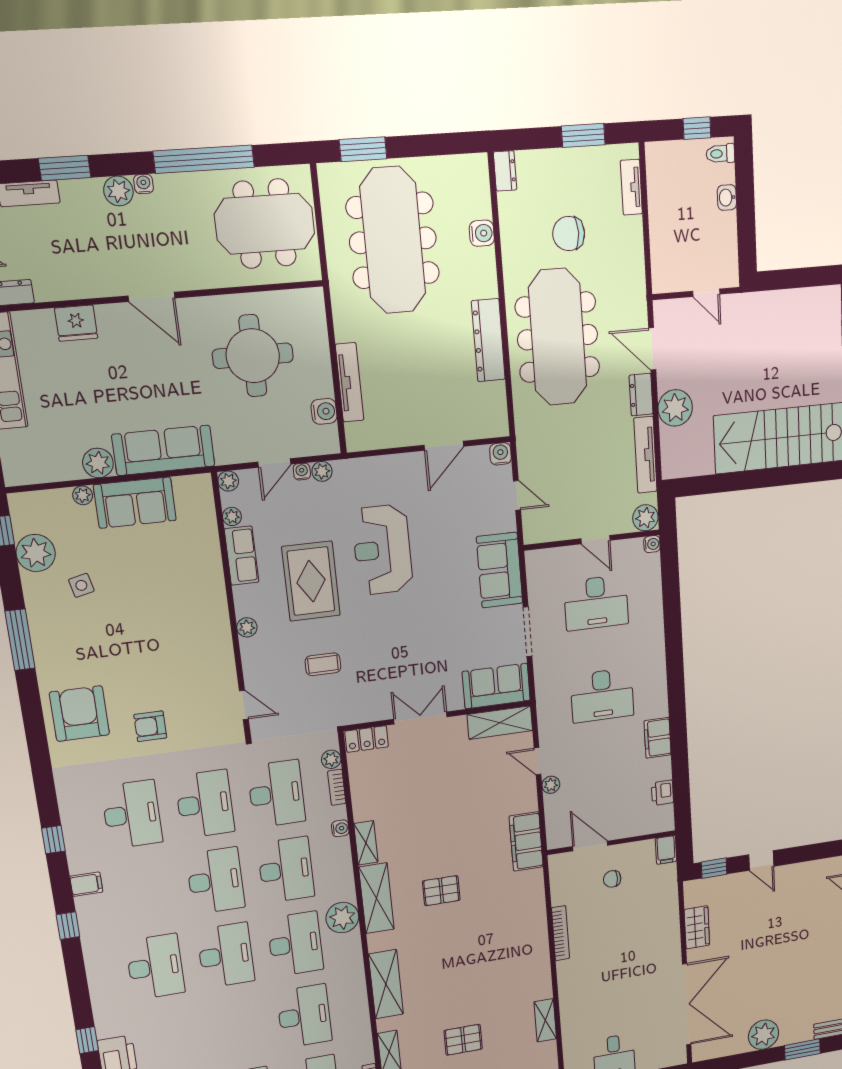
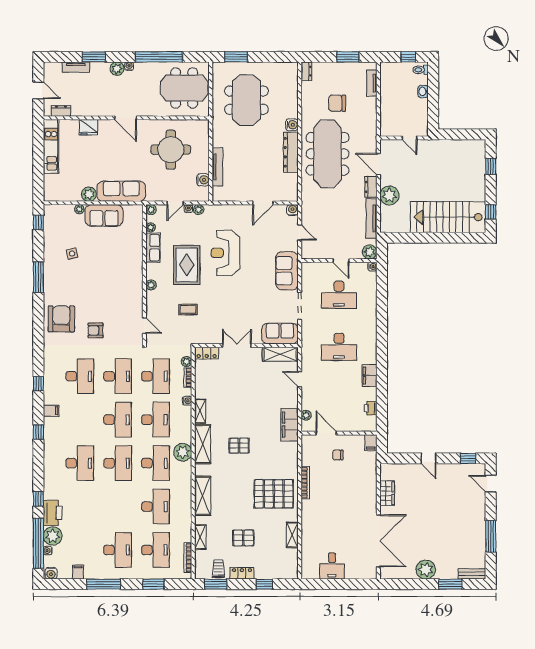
water cooler: (482, 233) -> (292, 125), moved
meeting table: (393, 240) -> (246, 100), width x0.73
plant: (36, 553) -> (53, 235), removed
plant: (551, 785) -> (306, 415), moved
window: (714, 868) -> (468, 458), moved
pallet: (509, 960) -> (274, 494), added

